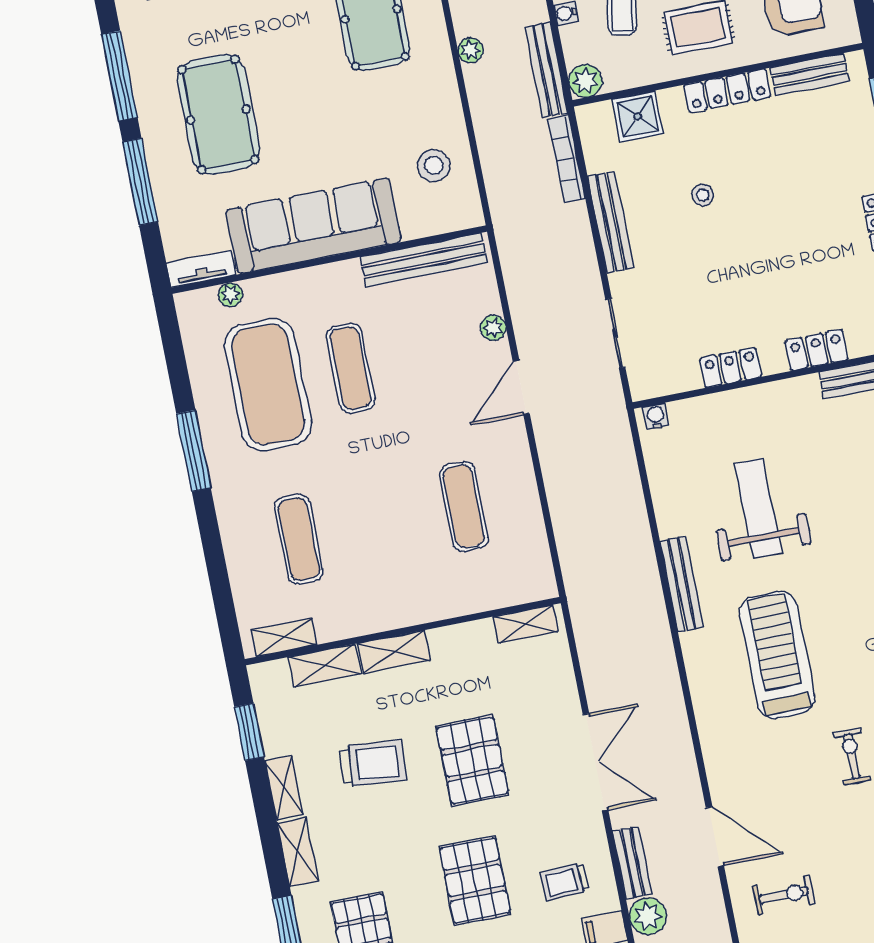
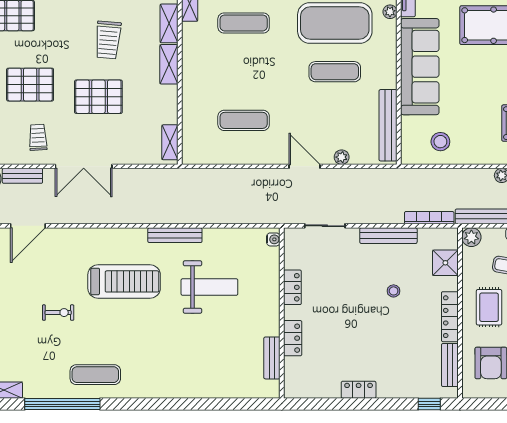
trolley: (564, 882) -> (38, 137), moved

